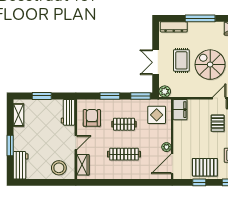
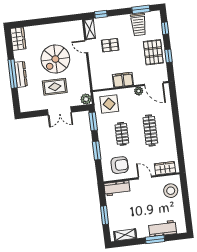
dresser: (174, 27) -> (21, 74), moved
filing cabinet: (180, 110) -> (123, 80), moved
armchair: (92, 118) -> (120, 165), turned 180
workbench: (21, 165) -> (162, 228), moved

